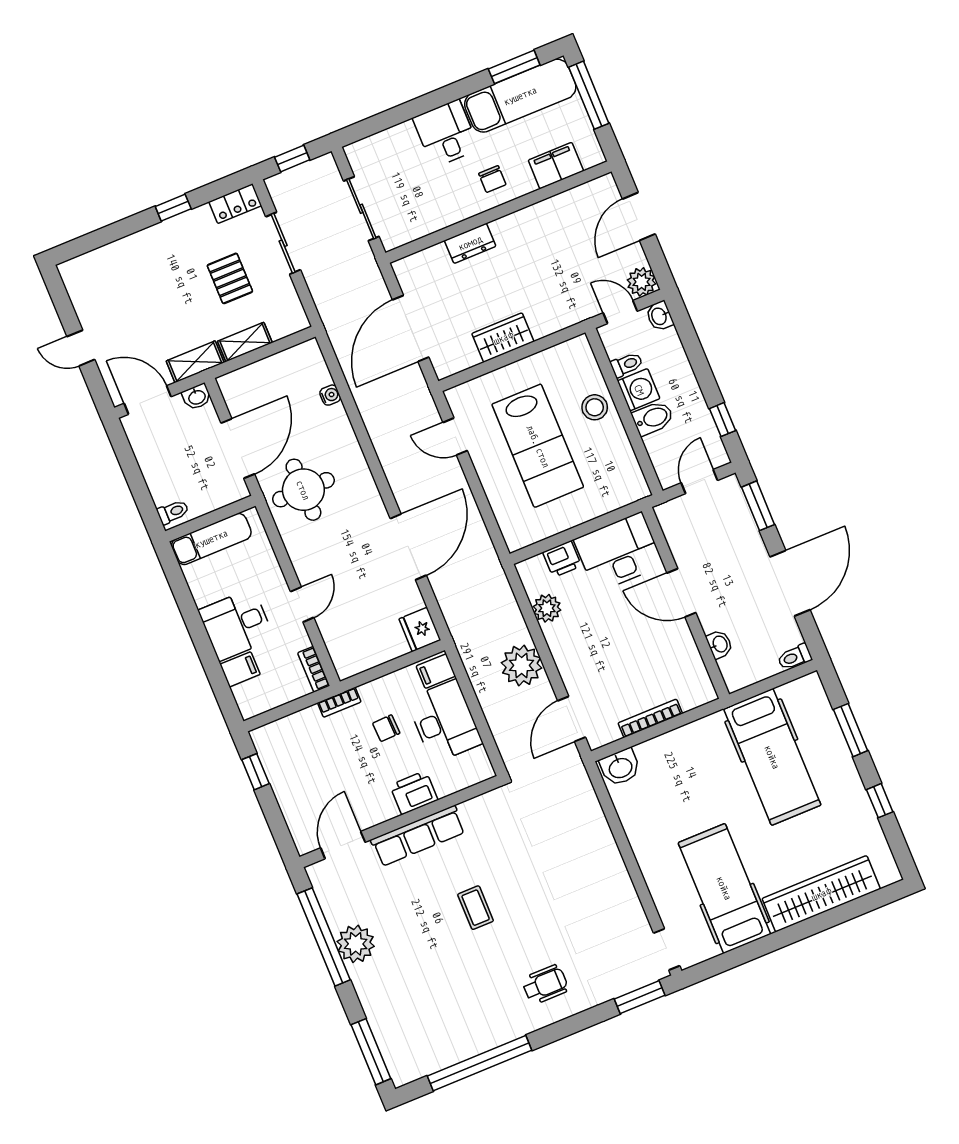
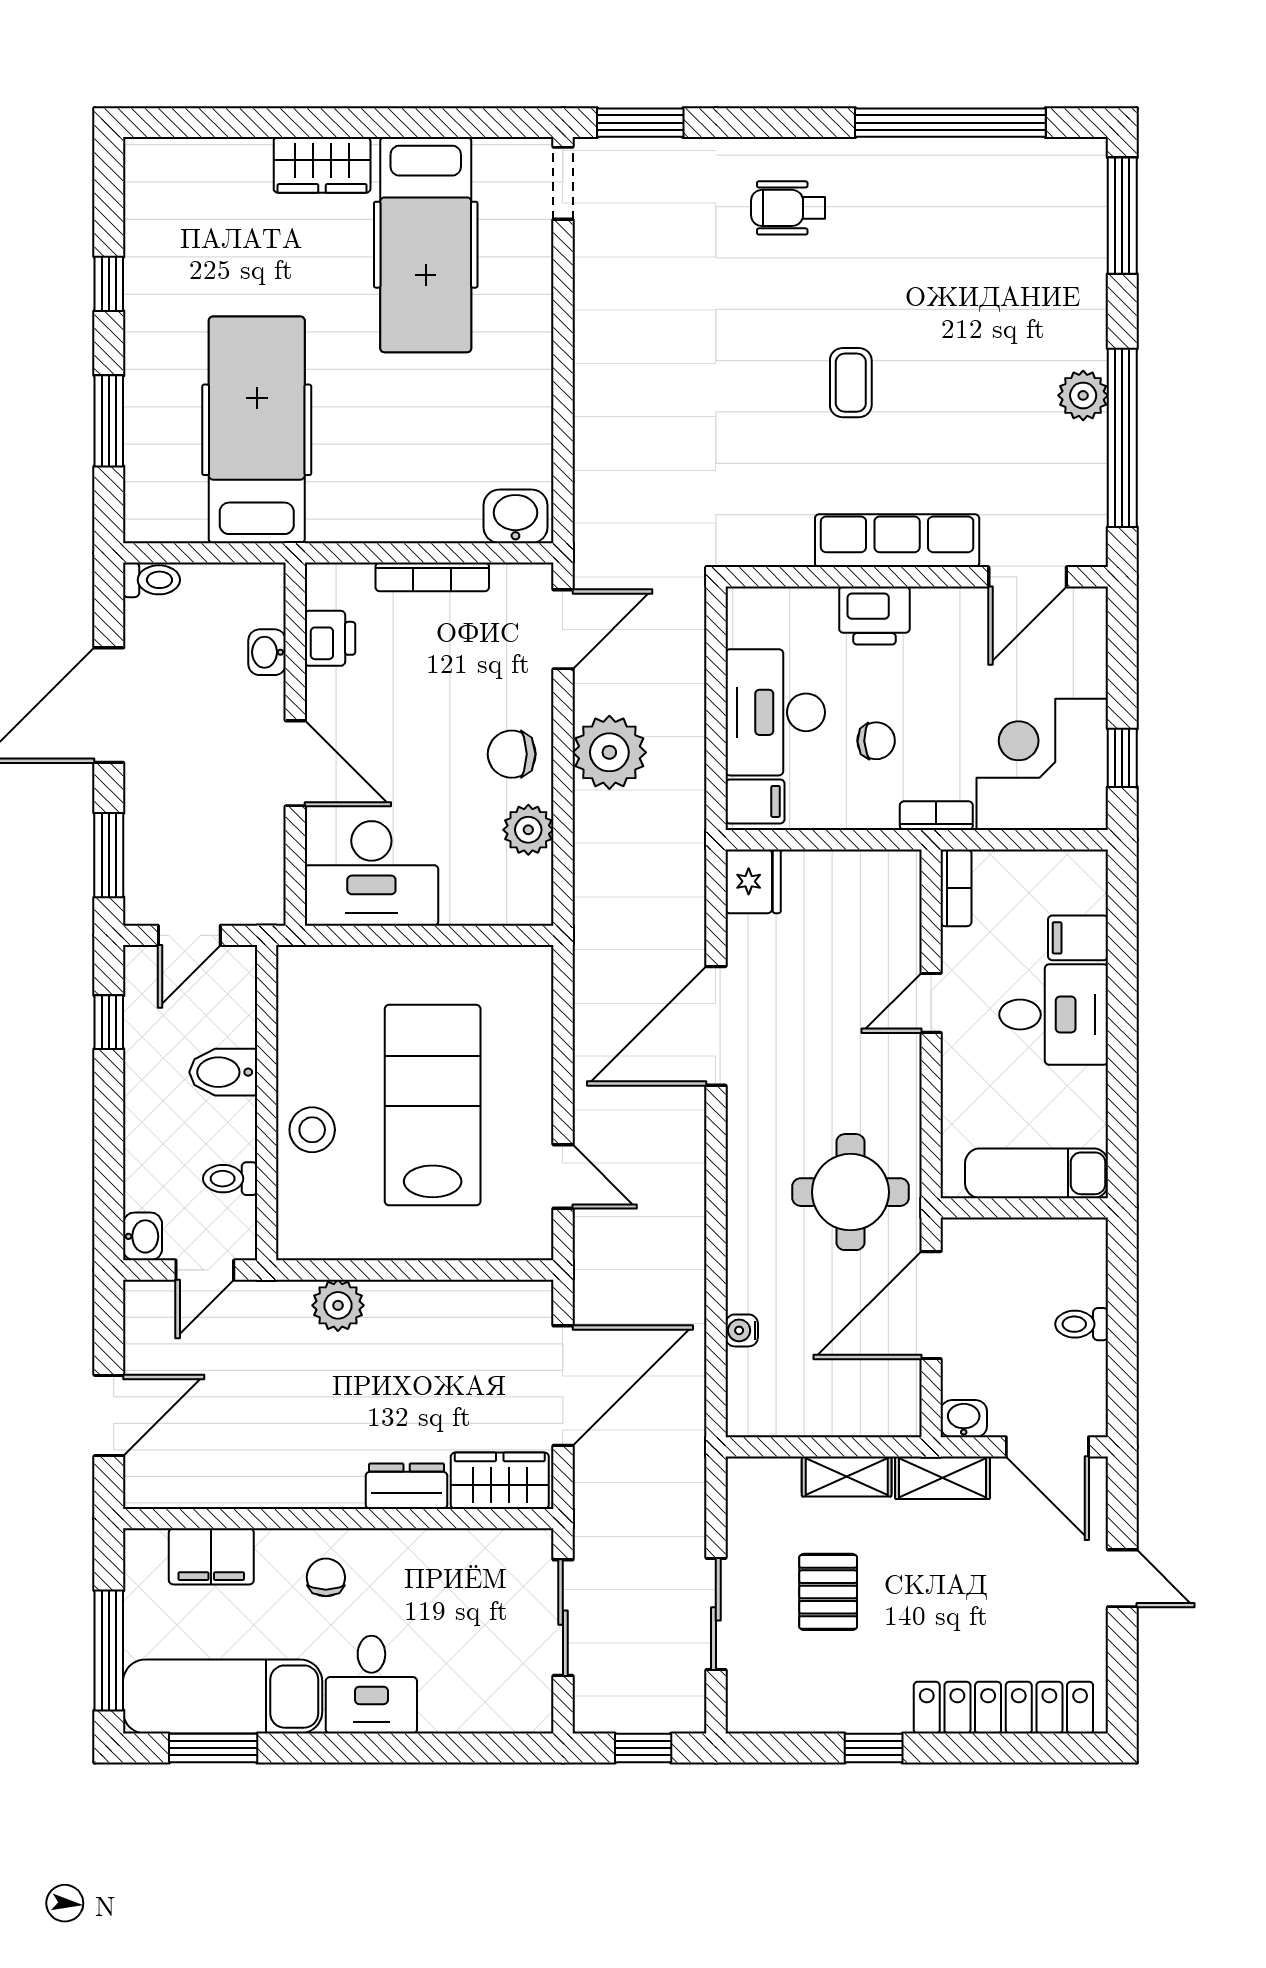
locker: (235, 204) -> (1003, 1708), moved, width x2.16, depth x1.21
plant: (642, 282) -> (338, 1305), moved
door: (620, 312) -> (205, 1270), hinge flipped
wardrobe: (503, 338) -> (500, 1481), moved, turned 180
washing machine: (639, 390) -> (228, 1129), removed
toilet: (173, 512) -> (1082, 1324), moved
printer: (562, 559) -> (330, 638), moved, turned 90
chair: (572, 644) -> (512, 754), added
corner desk: (295, 751) -> (1042, 764), added
wardrobe: (821, 894) -> (322, 165), width x0.48, depth x0.85
plant: (356, 944) -> (1083, 395), width x0.73, depth x0.73

